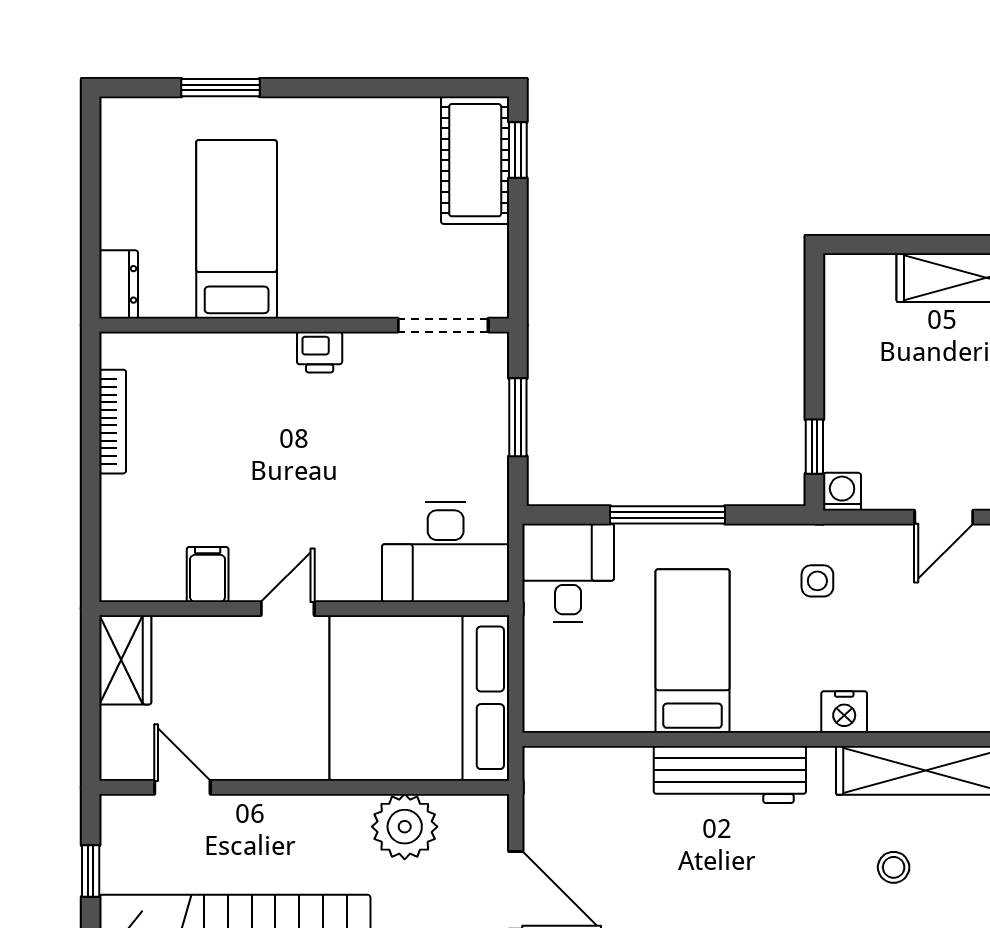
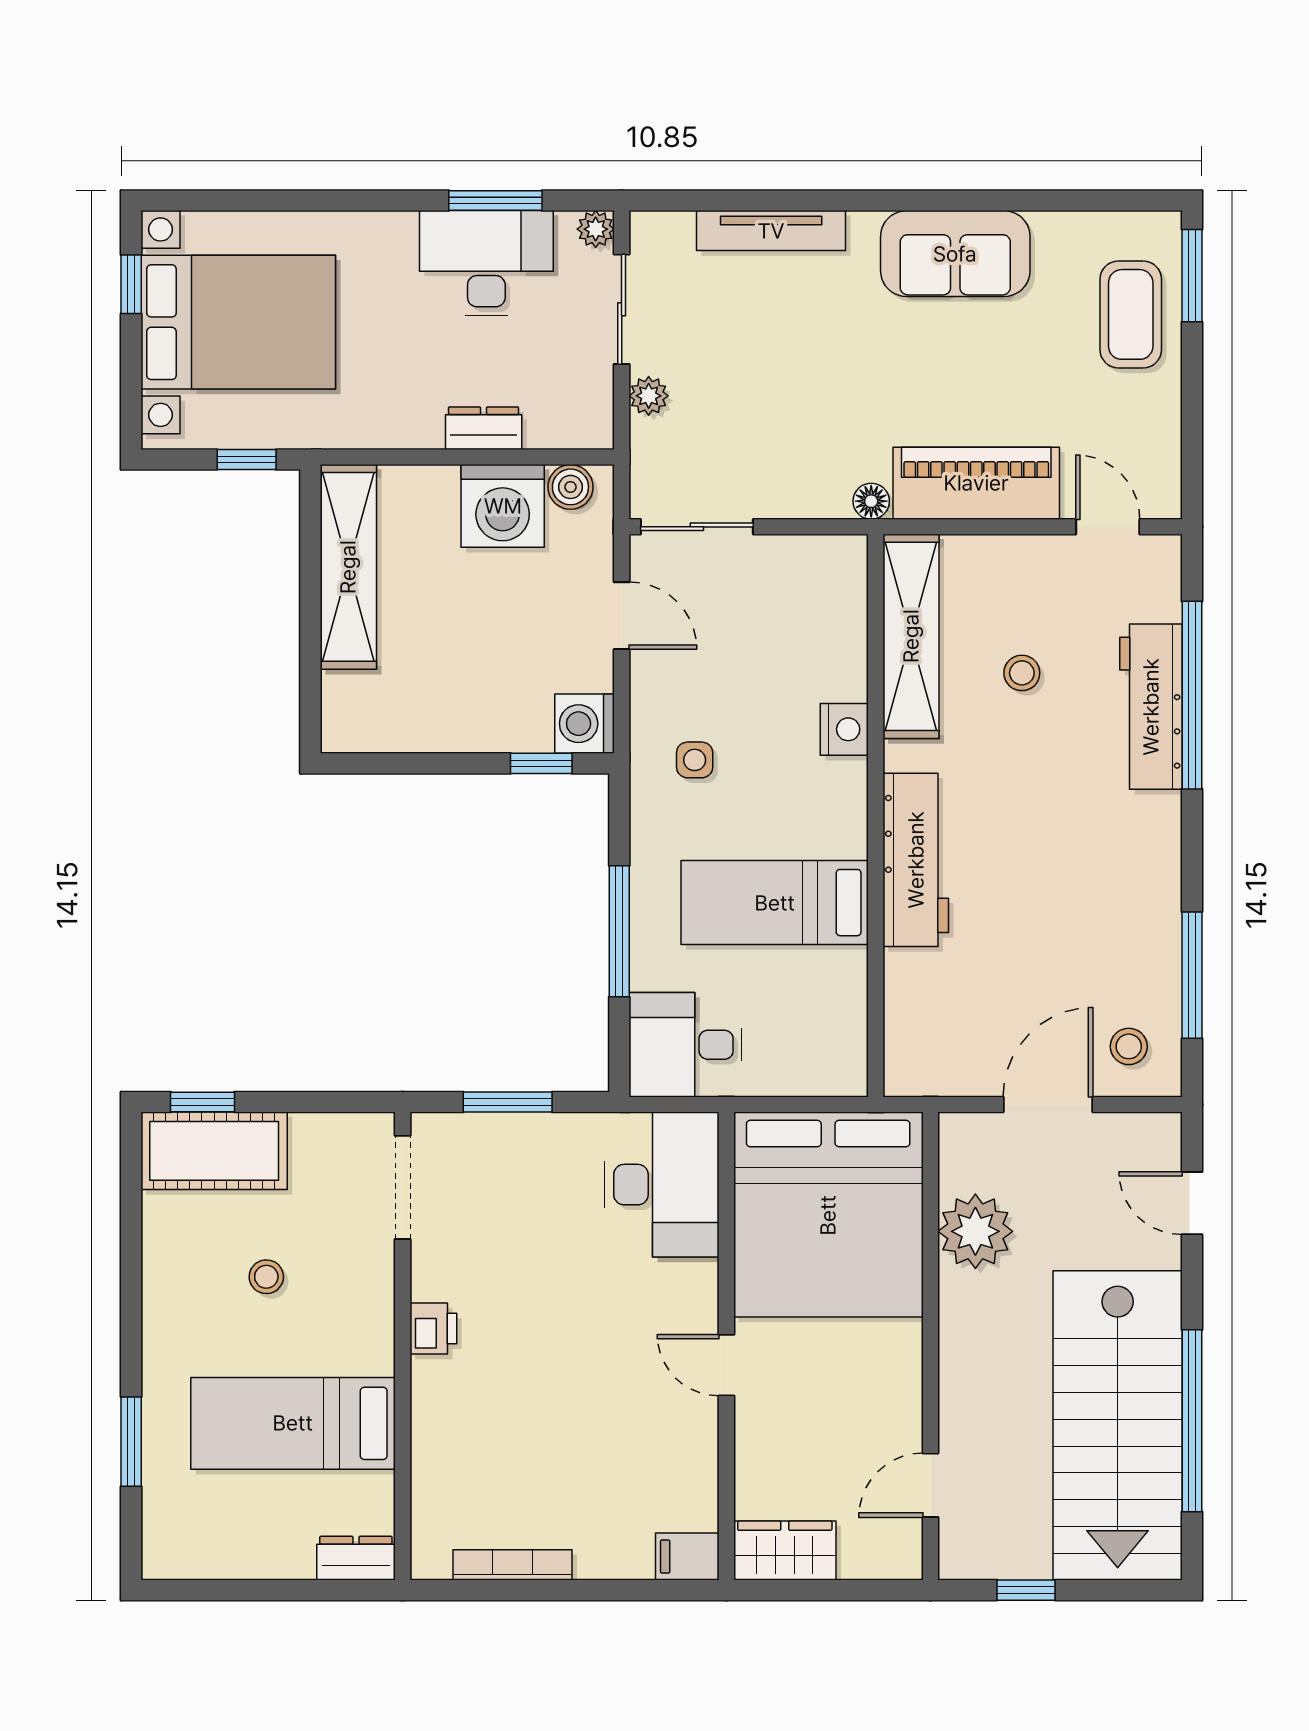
stool: (365, 206) -> (266, 1277), added
washing machine: (842, 492) -> (584, 724), width x1.38, depth x1.38
filing cabinet: (208, 574) -> (687, 1556), moved

